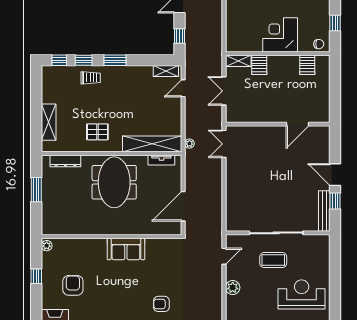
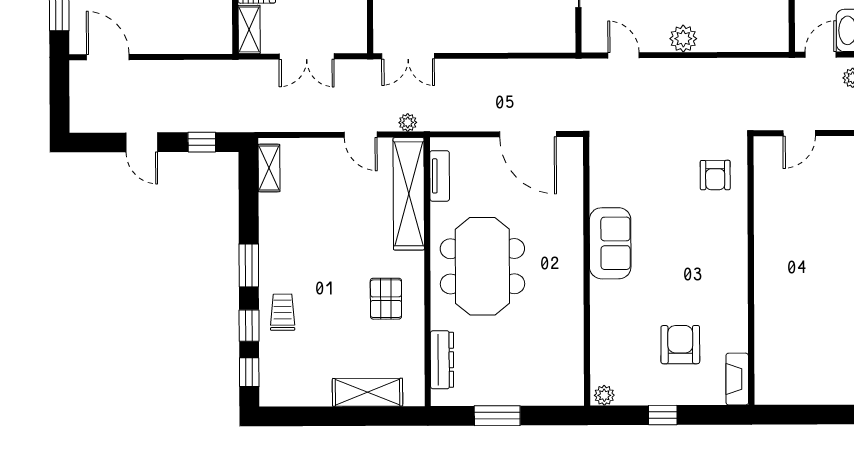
door: (183, 88) -> (361, 135), moved
meeting table: (114, 182) -> (482, 266), turned 90
armchair: (73, 285) -> (680, 345), turned 90

